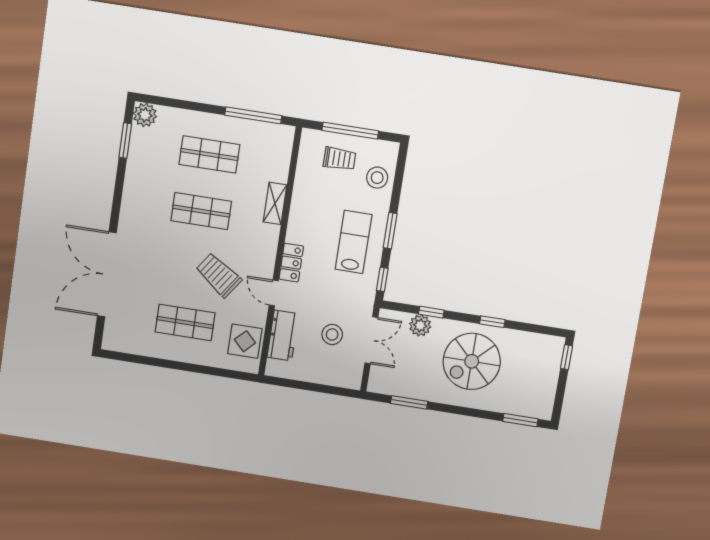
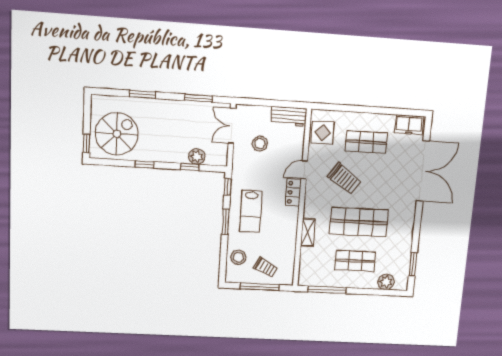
plant: (145, 115) -> (386, 282), moved
trolley: (339, 159) -> (266, 267), turned -153
shop shelf: (201, 211) -> (359, 222), width x1.43, depth x1.36
door: (274, 293) -> (304, 170), swing flipped
workbench: (283, 335) -> (289, 117), moved, turned -90
freezer: (124, 340) -> (409, 125), added
double door: (371, 340) -> (232, 126), moved
spiral stairs: (472, 361) -> (117, 134), moved
window: (520, 420) -> (142, 94), moved

